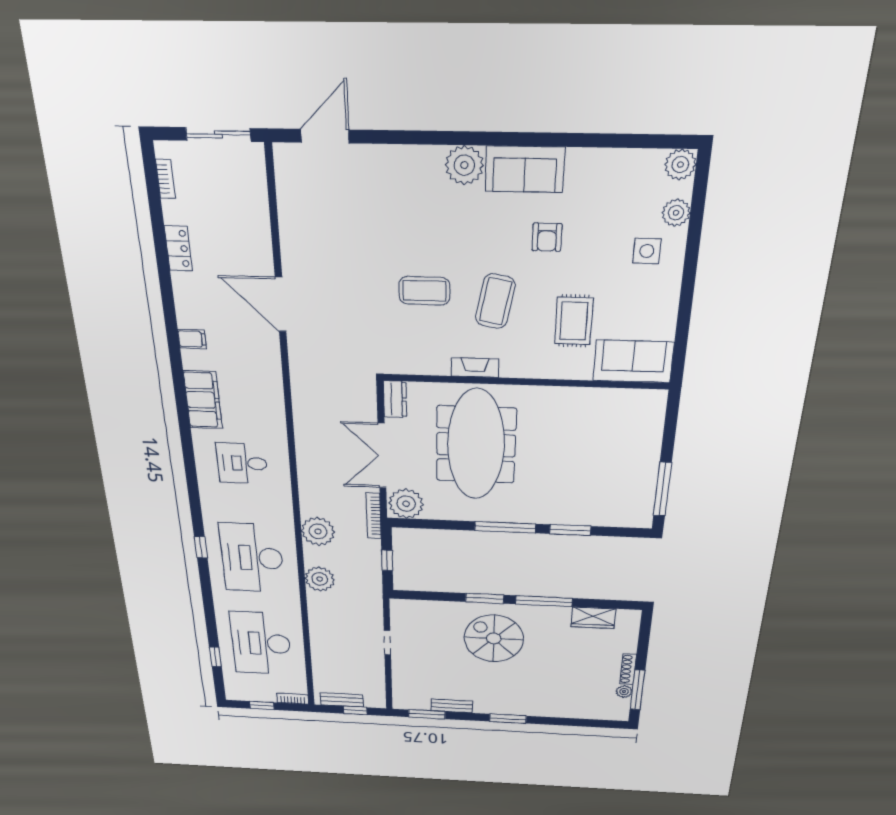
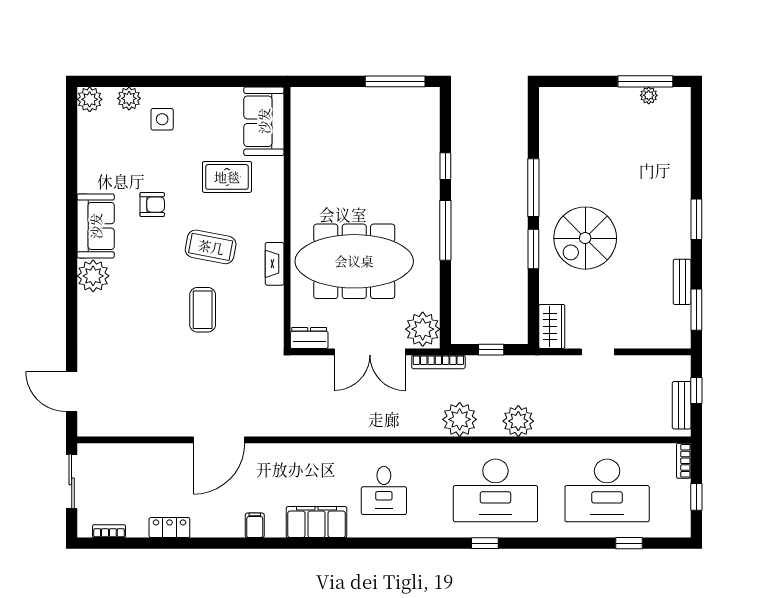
window: (570, 530) -> (445, 166), width x0.67
wardrobe: (593, 618) -> (552, 326), moved
shoe rack: (628, 669) -> (618, 94), removed

